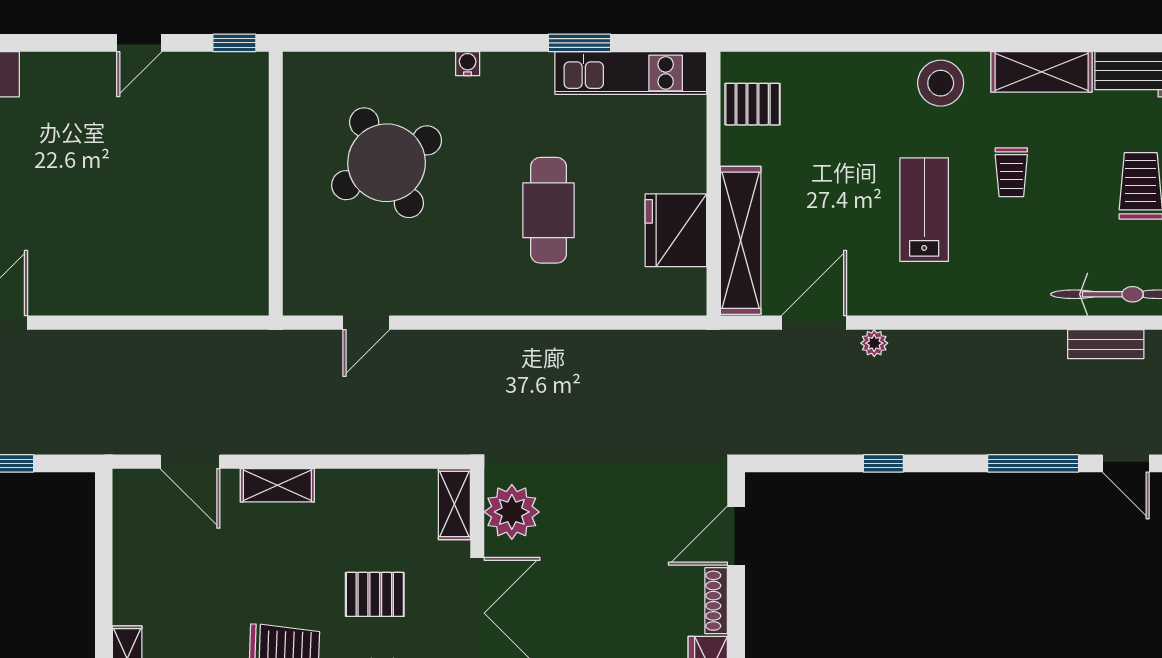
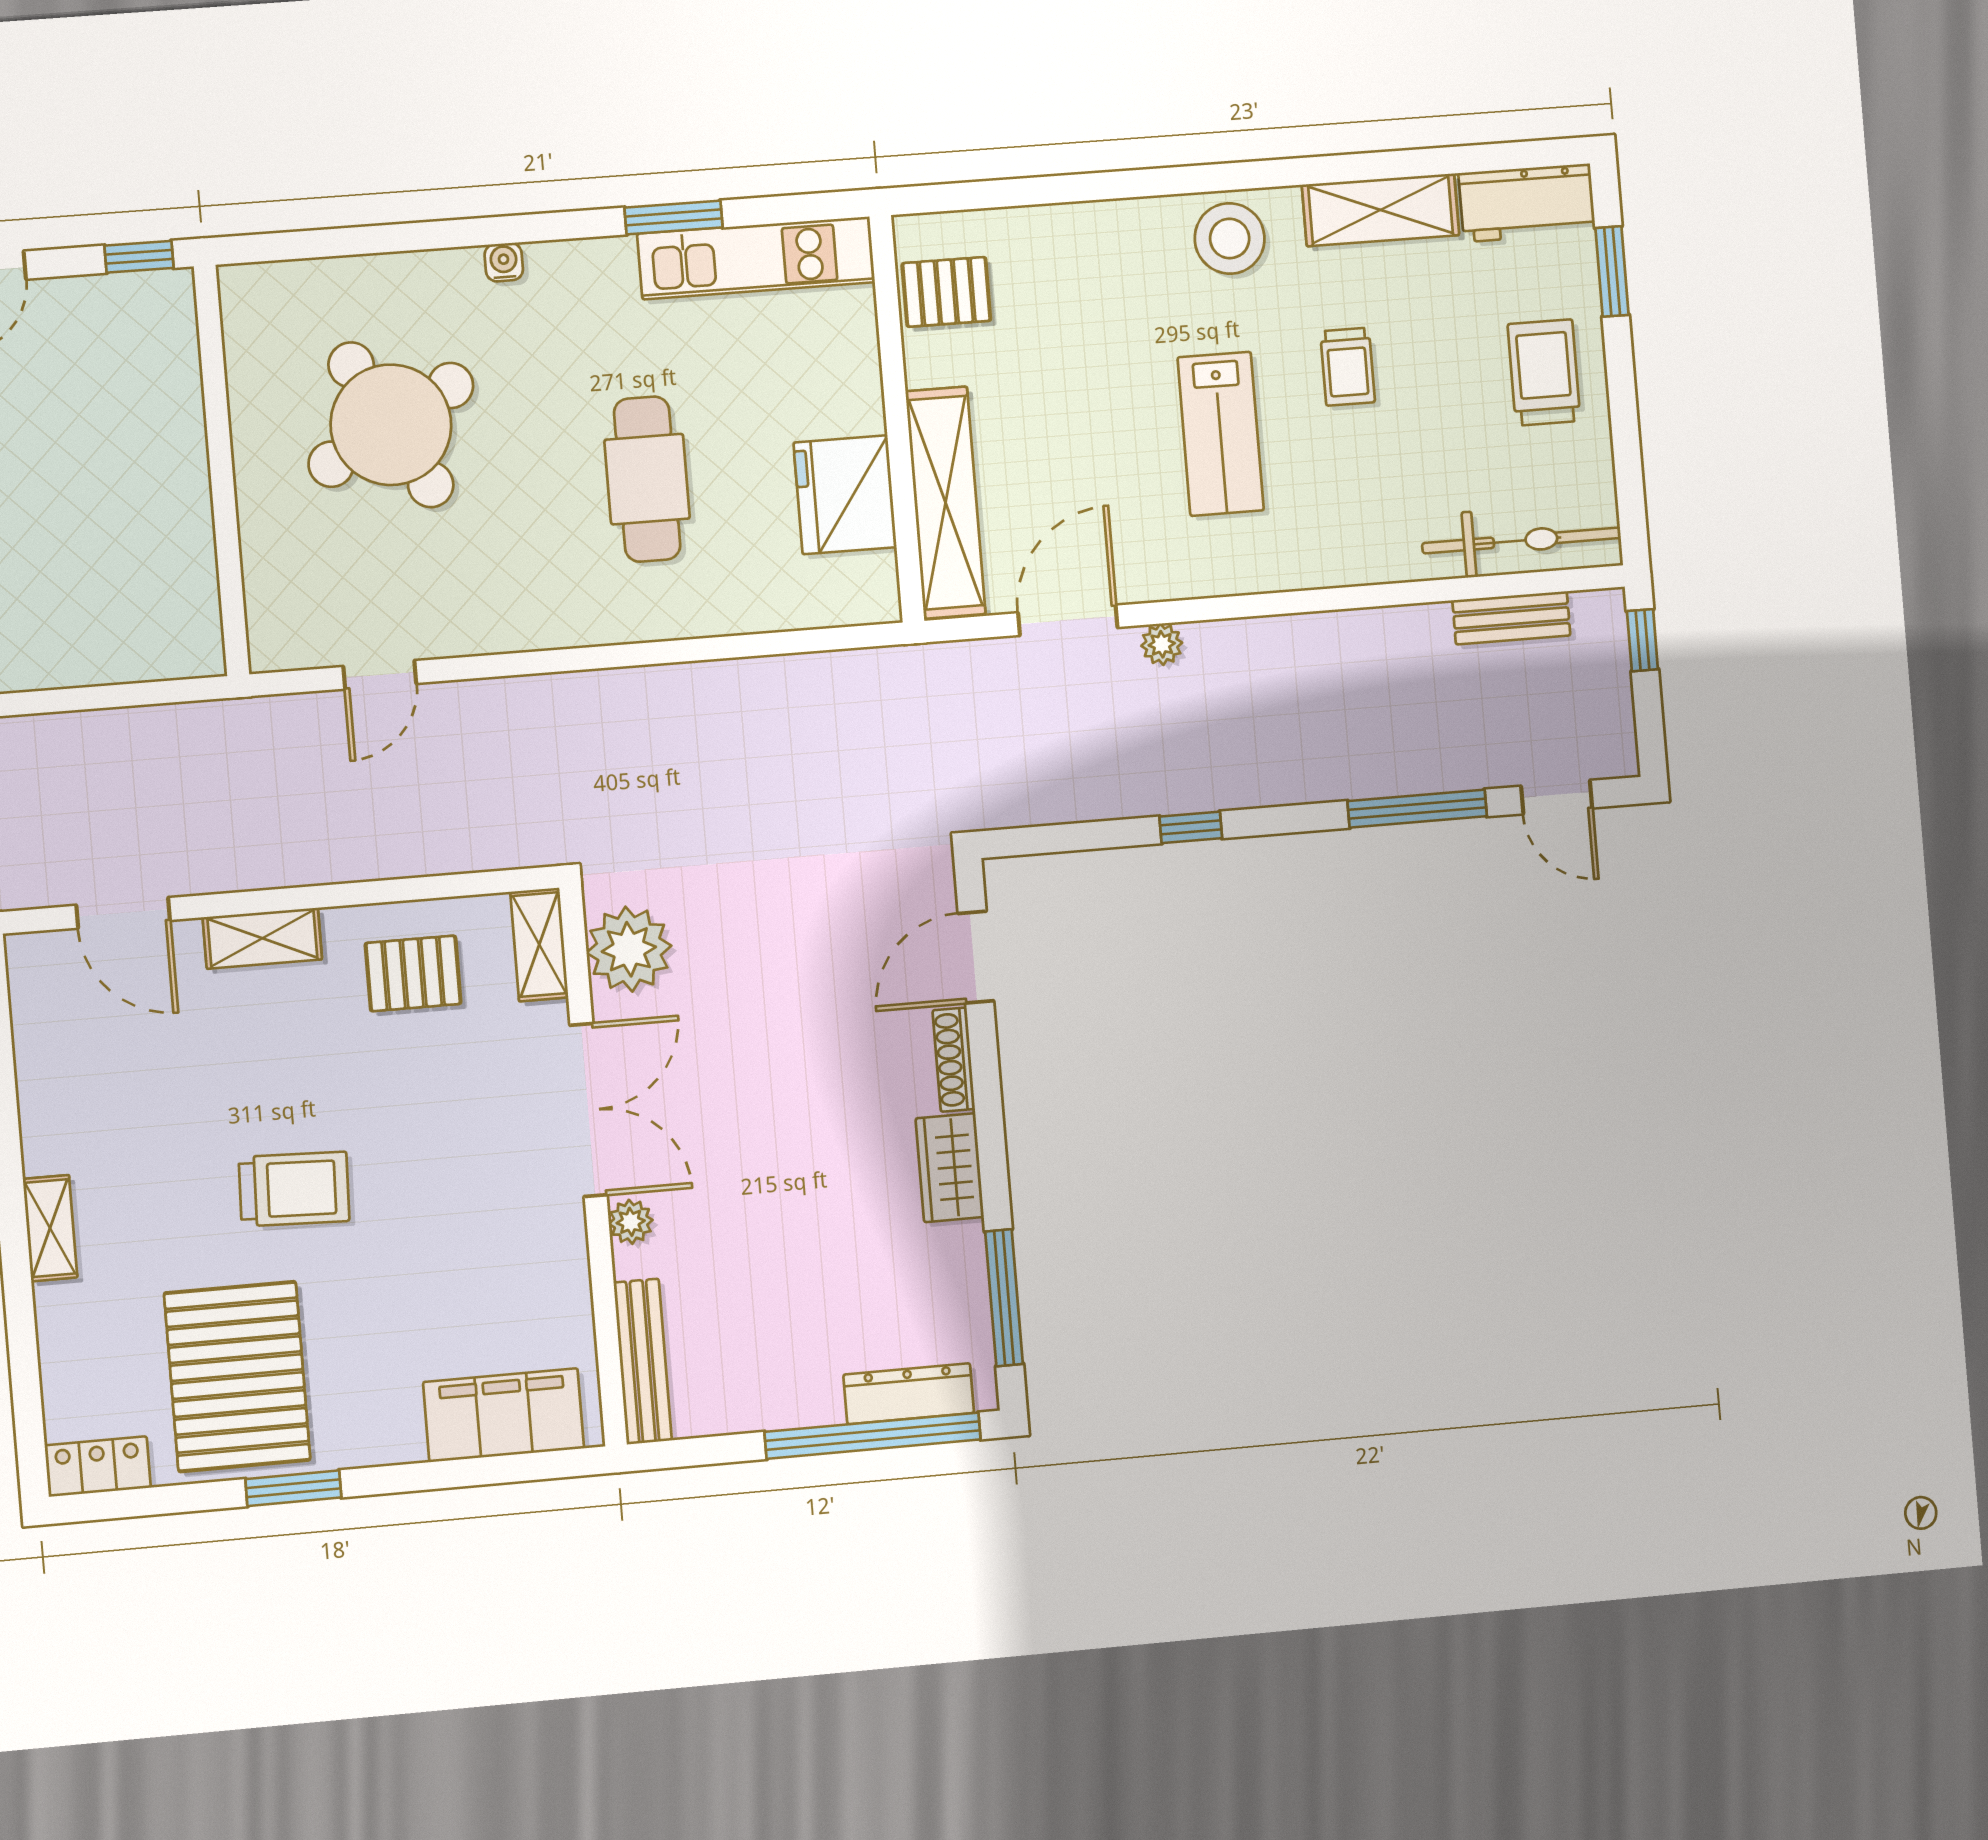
lab bench: (924, 210) -> (1221, 434), turned 180
pallet: (375, 594) -> (413, 973), moved

